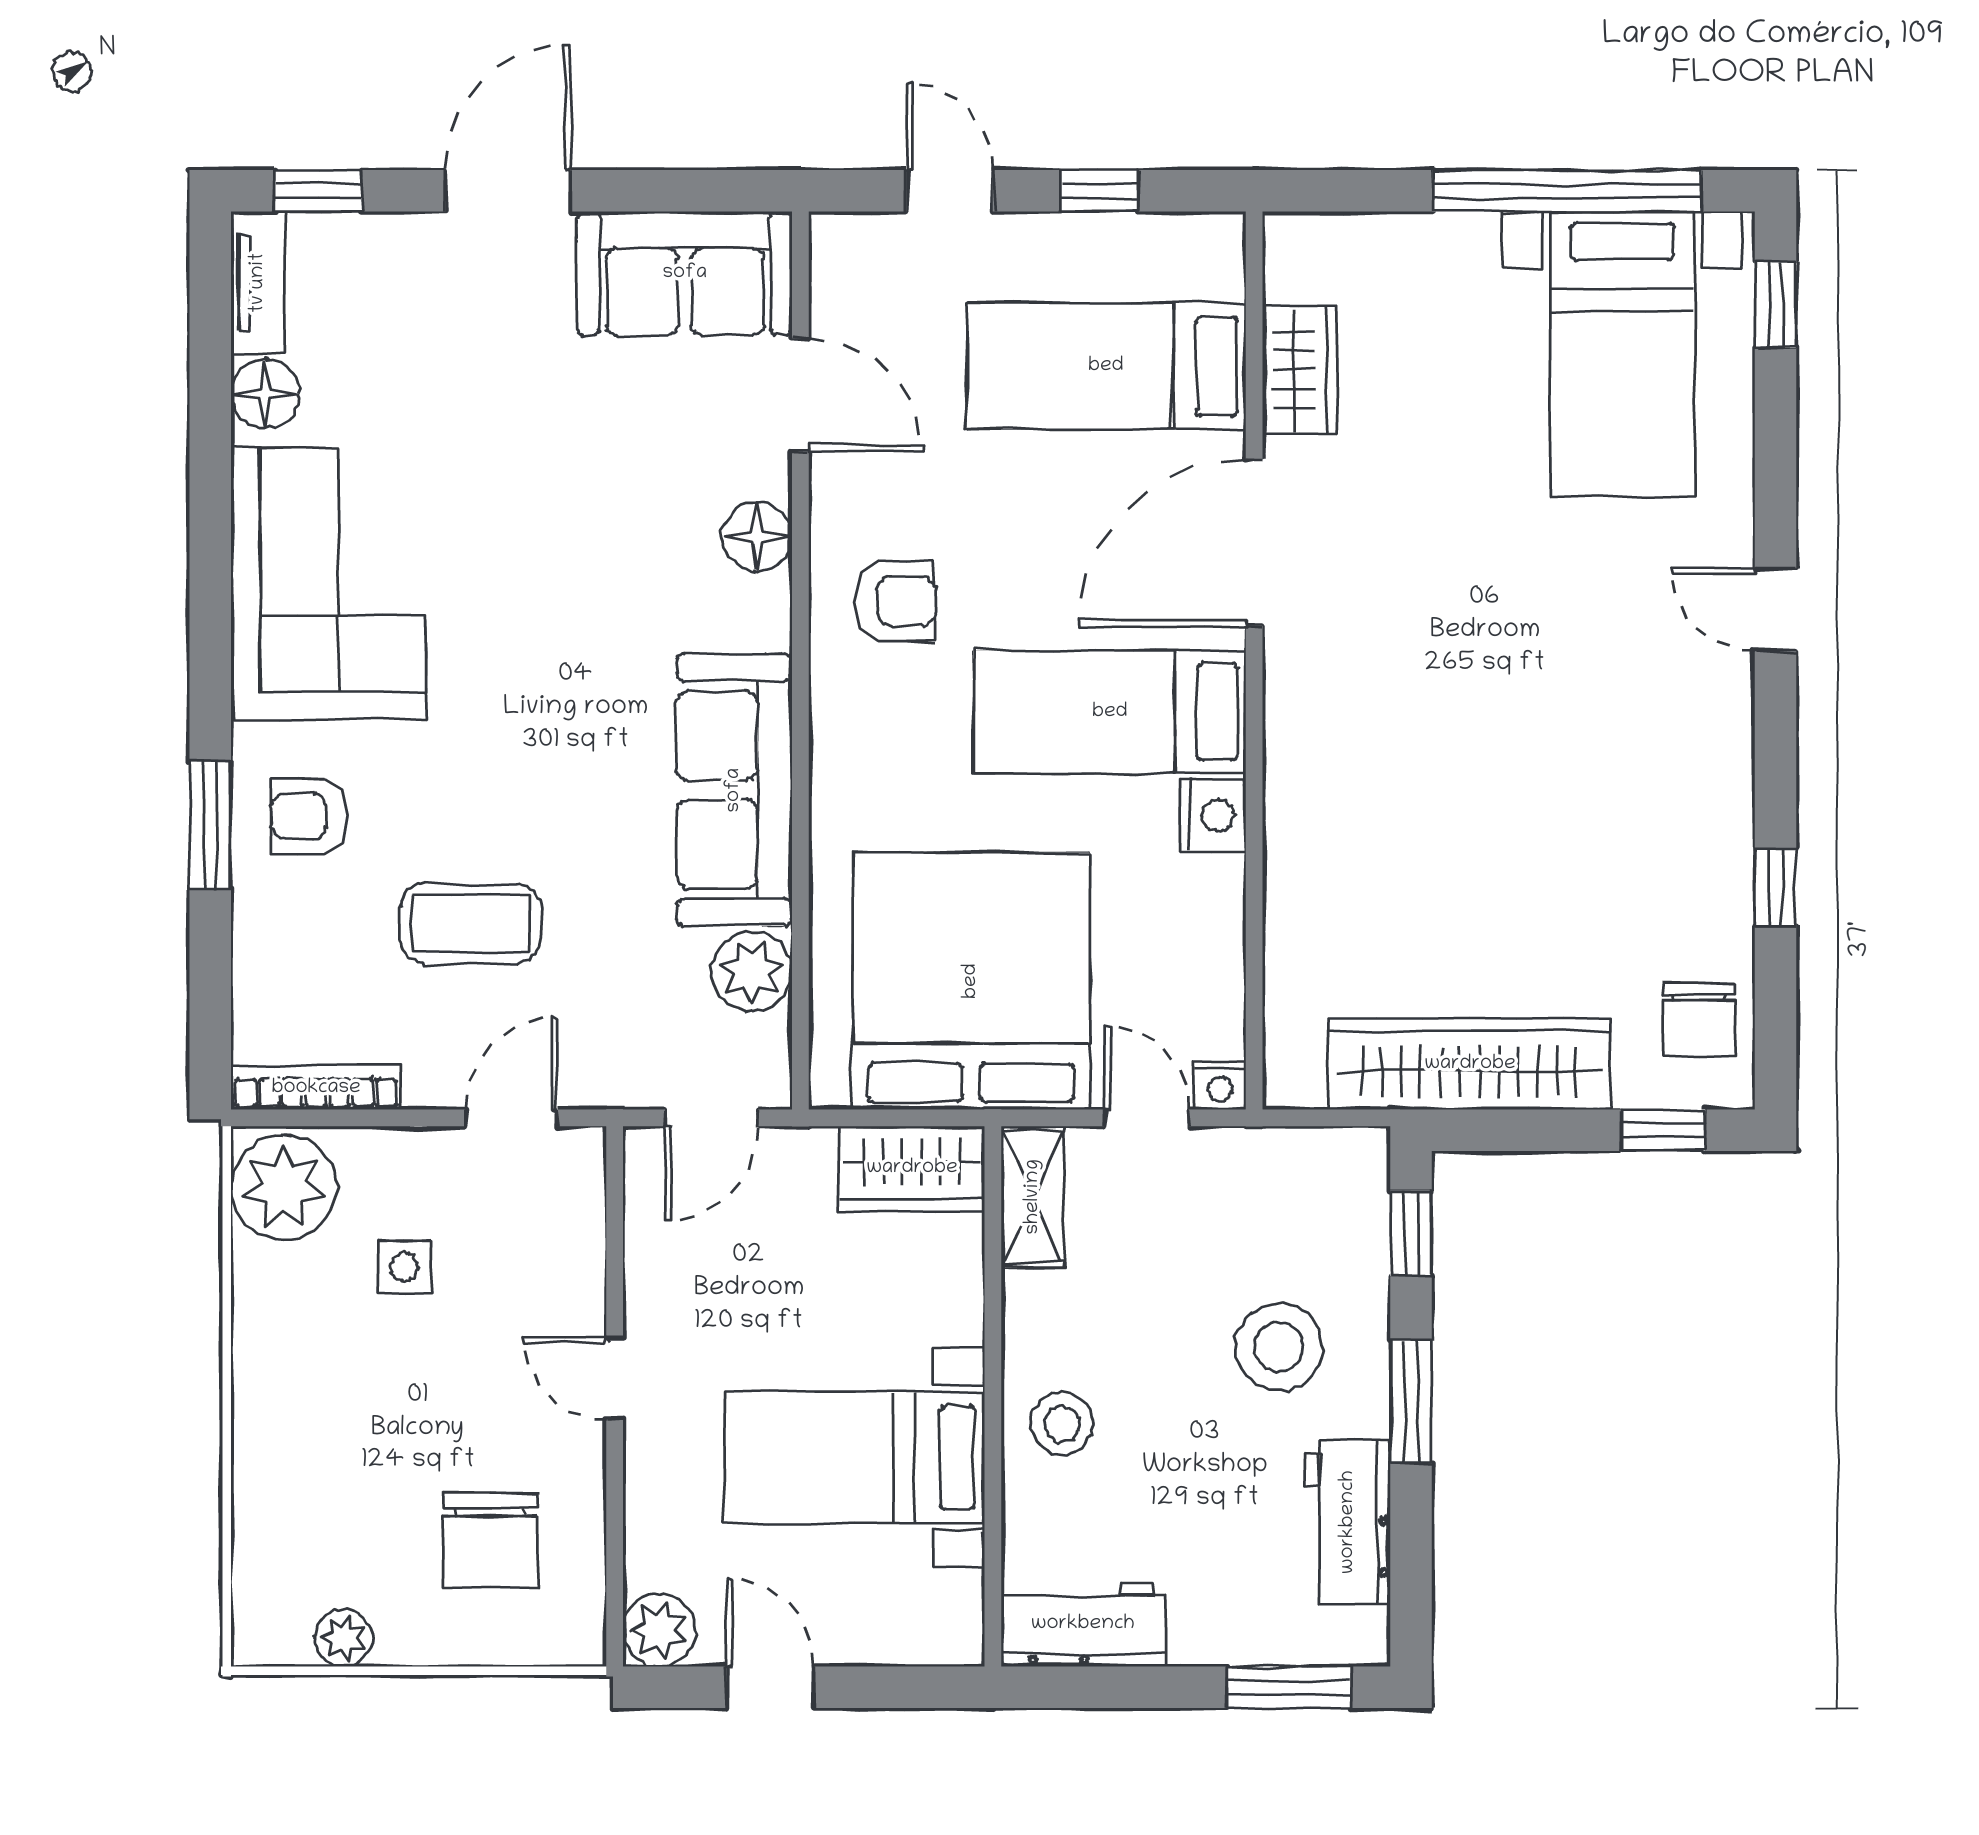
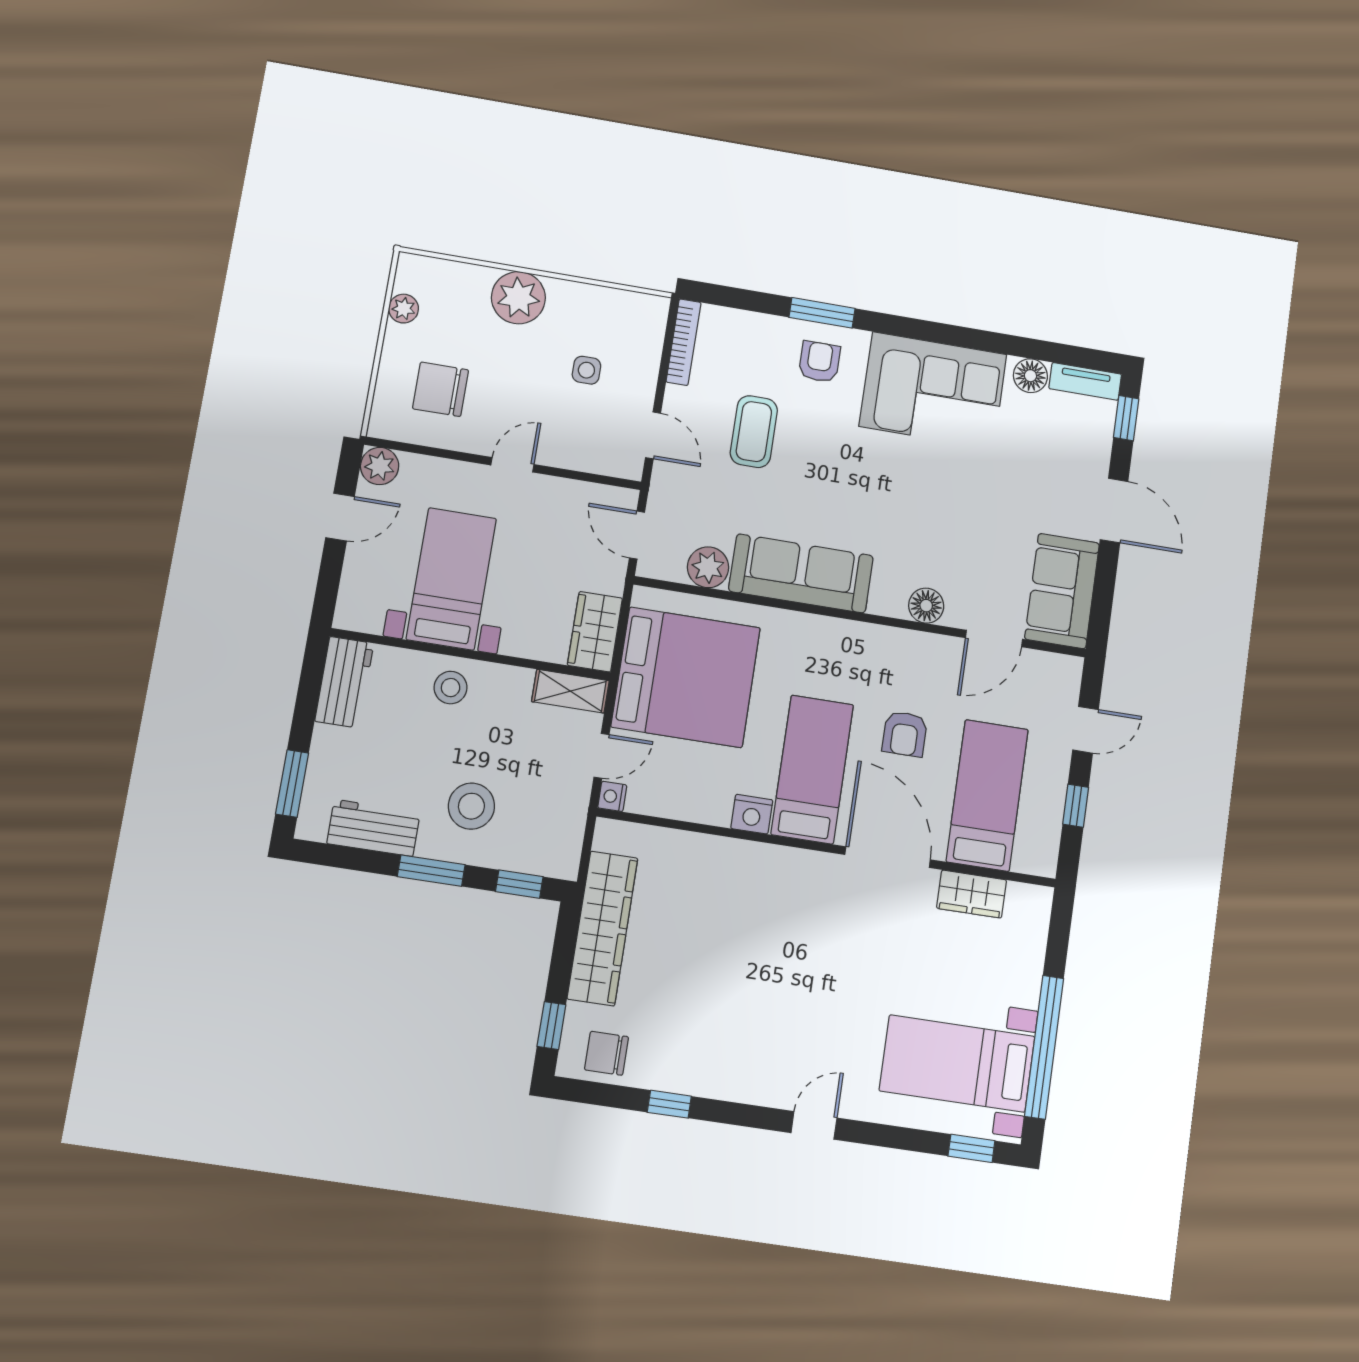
armchair: (895, 601) -> (905, 734), moved
plant: (283, 1187) -> (518, 298), moved

